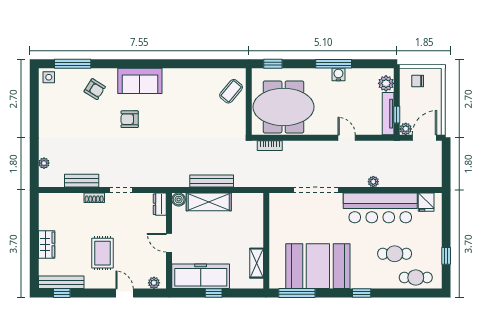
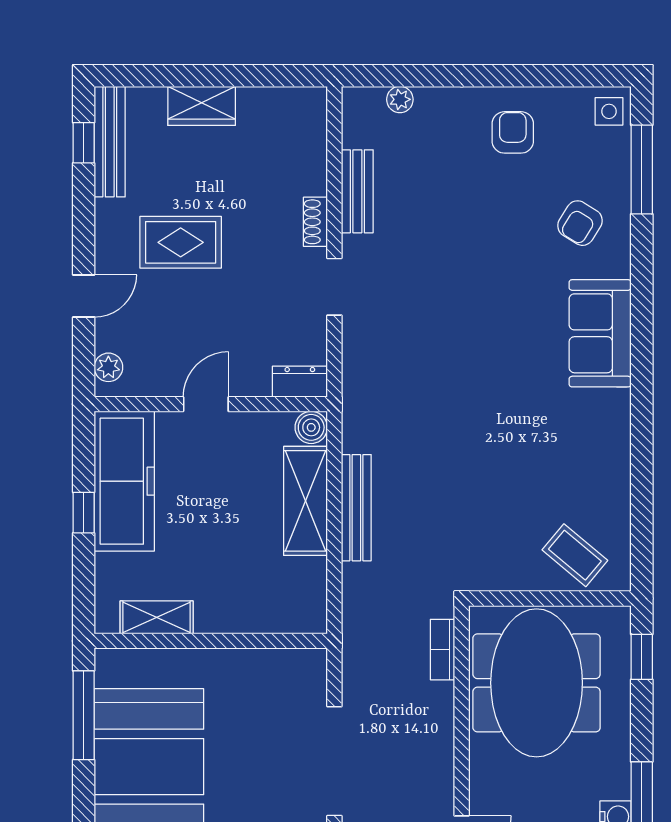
armchair: (130, 119) -> (513, 132), moved

